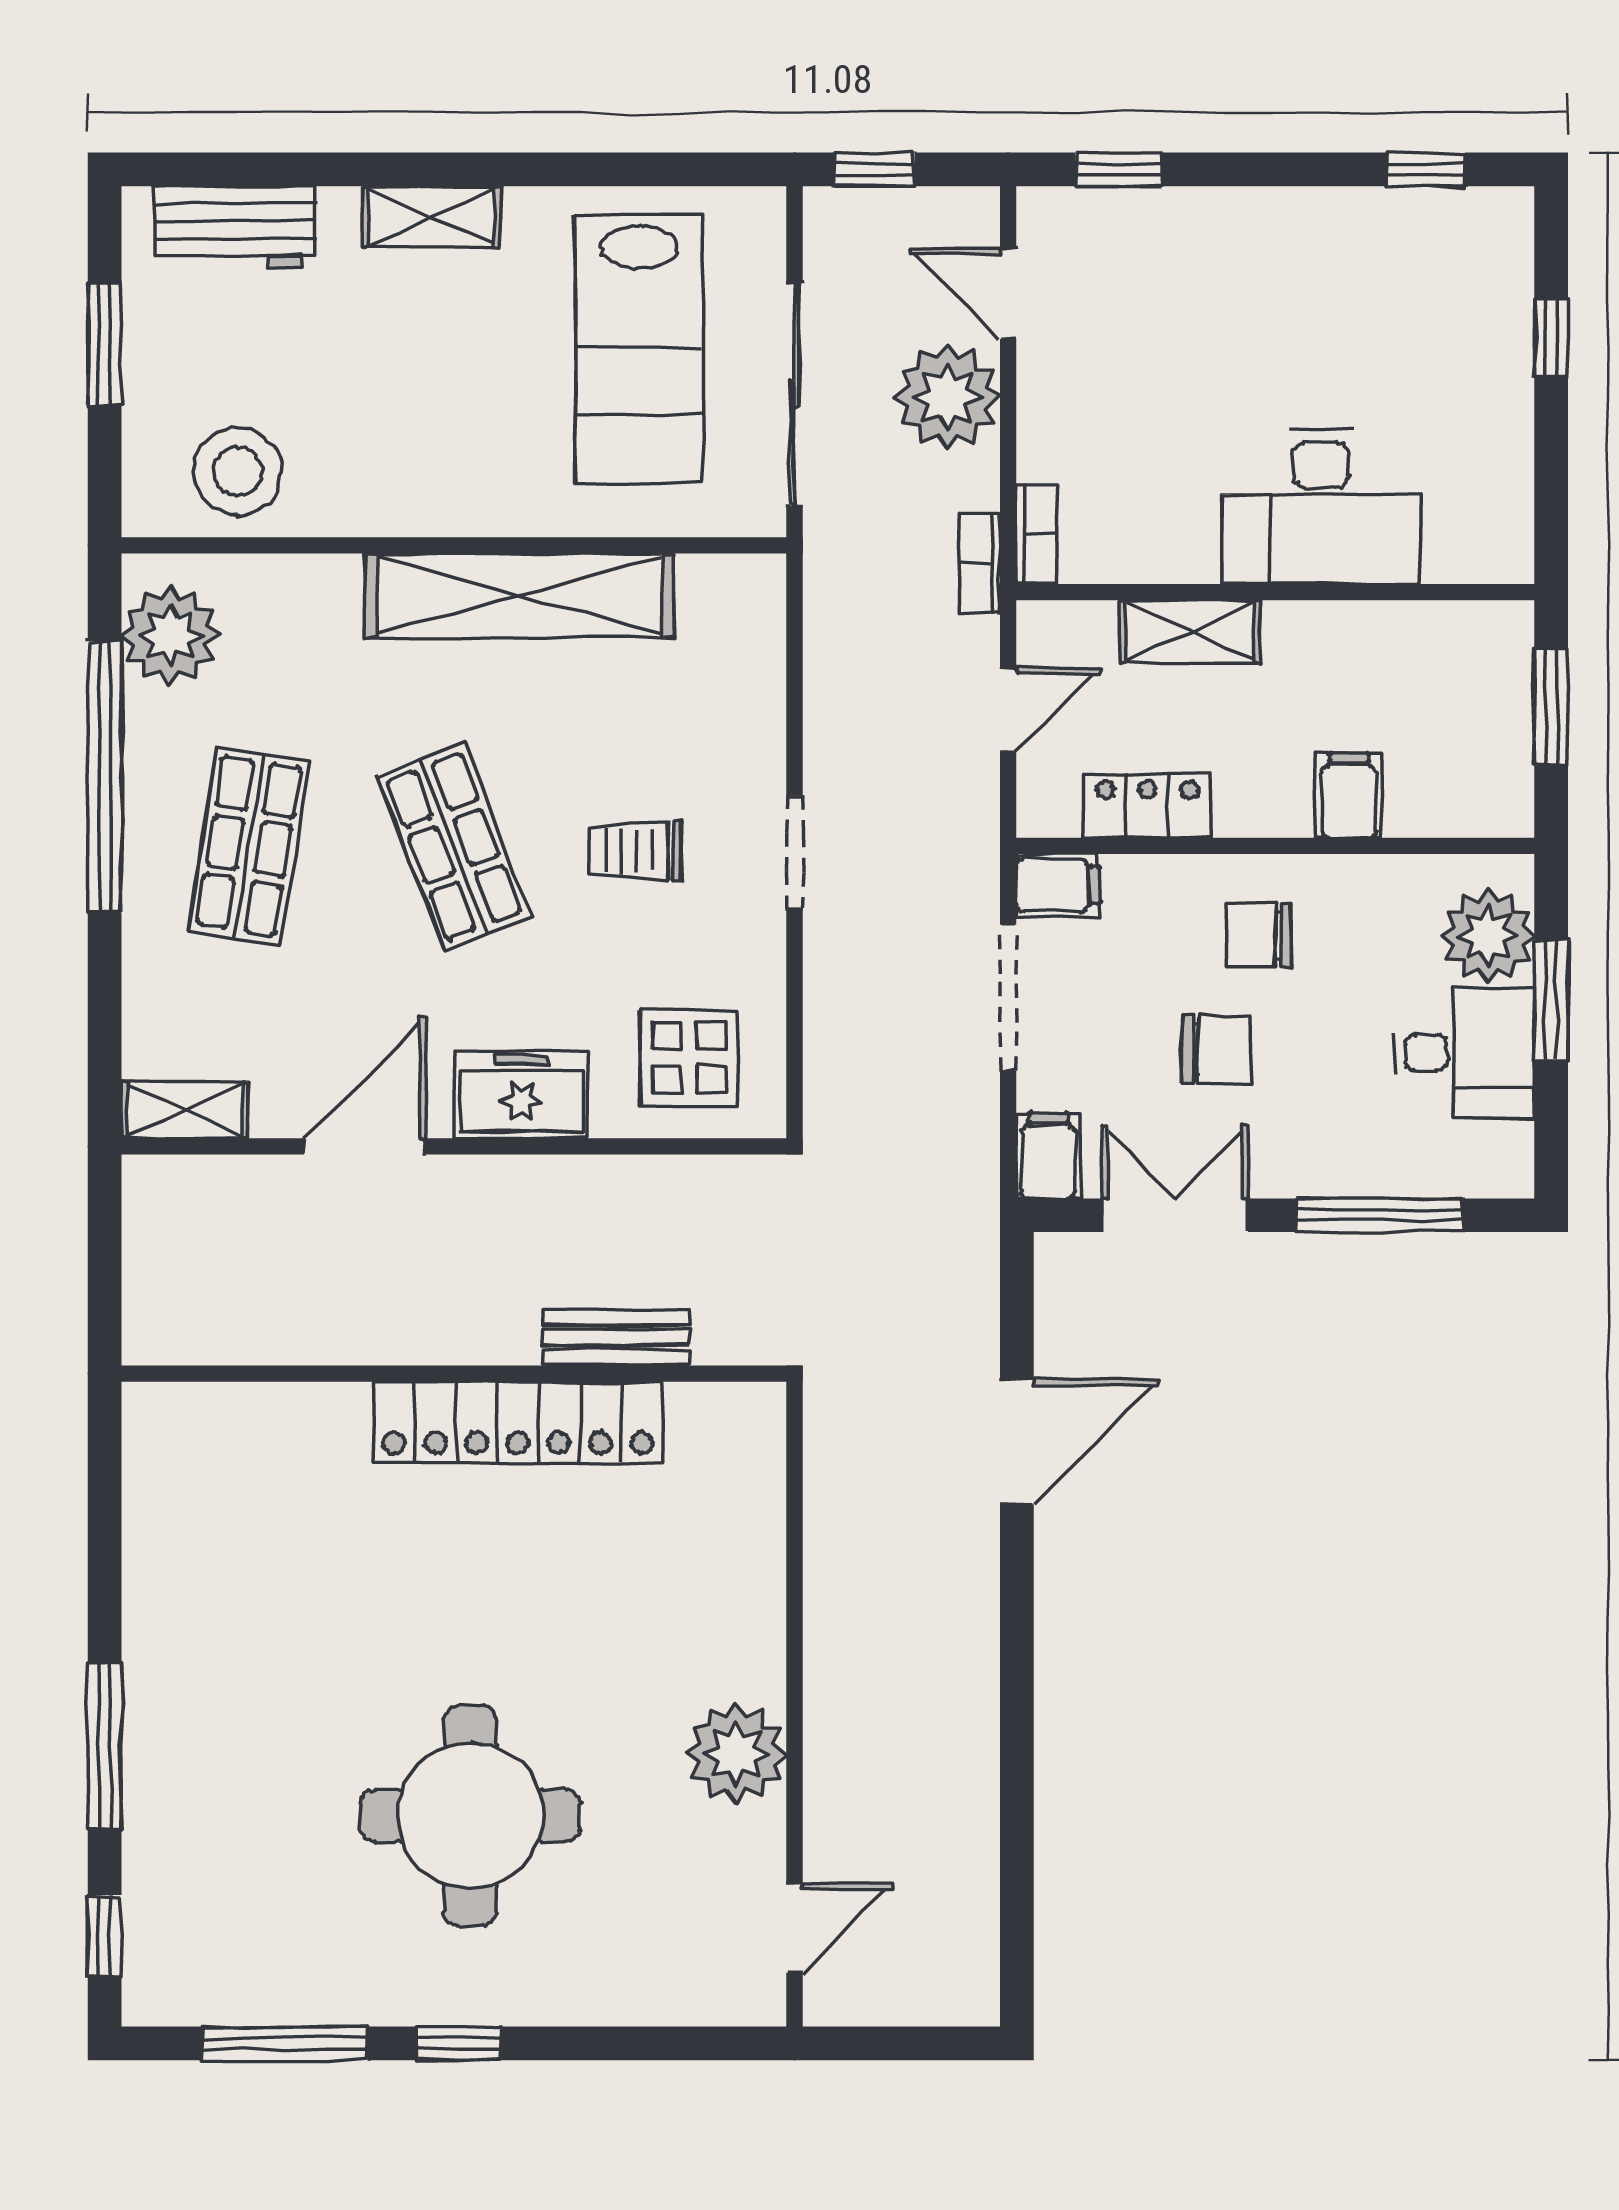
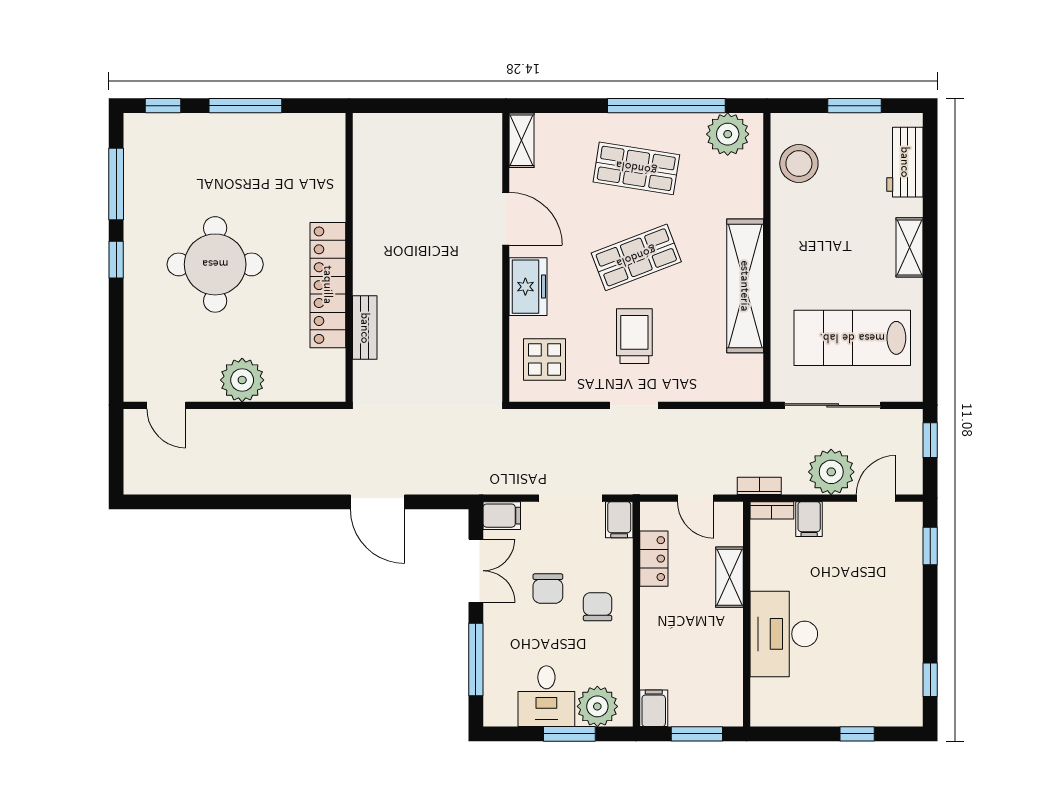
filing cabinet: (1057, 448) -> (809, 519), added
filing cabinet: (1349, 795) -> (654, 708), moved, turned -90
trolley: (635, 850) -> (634, 336), width x1.36, depth x1.39
bench: (616, 1338) -> (365, 328), moved
wall: (454, 1374) -> (349, 257), moved
locker: (518, 1422) -> (328, 285), moved

